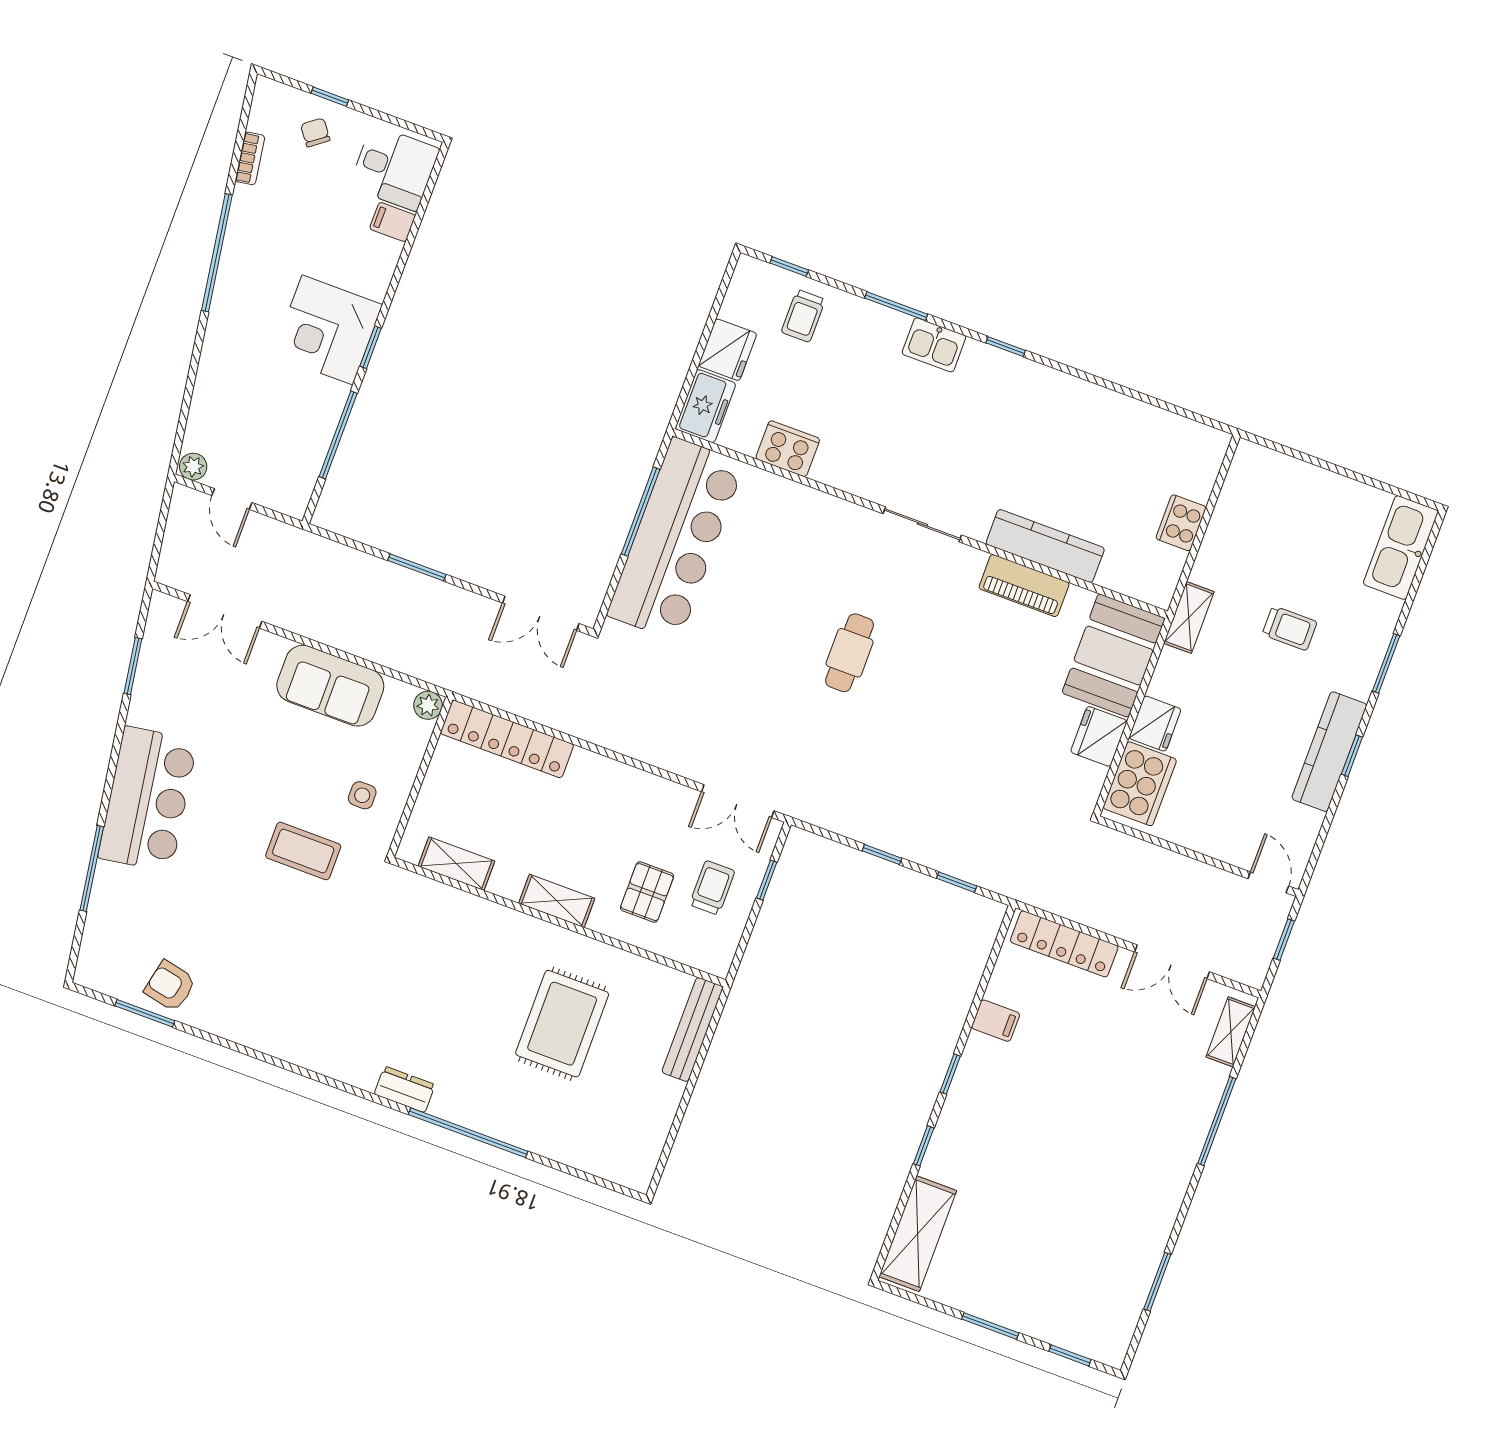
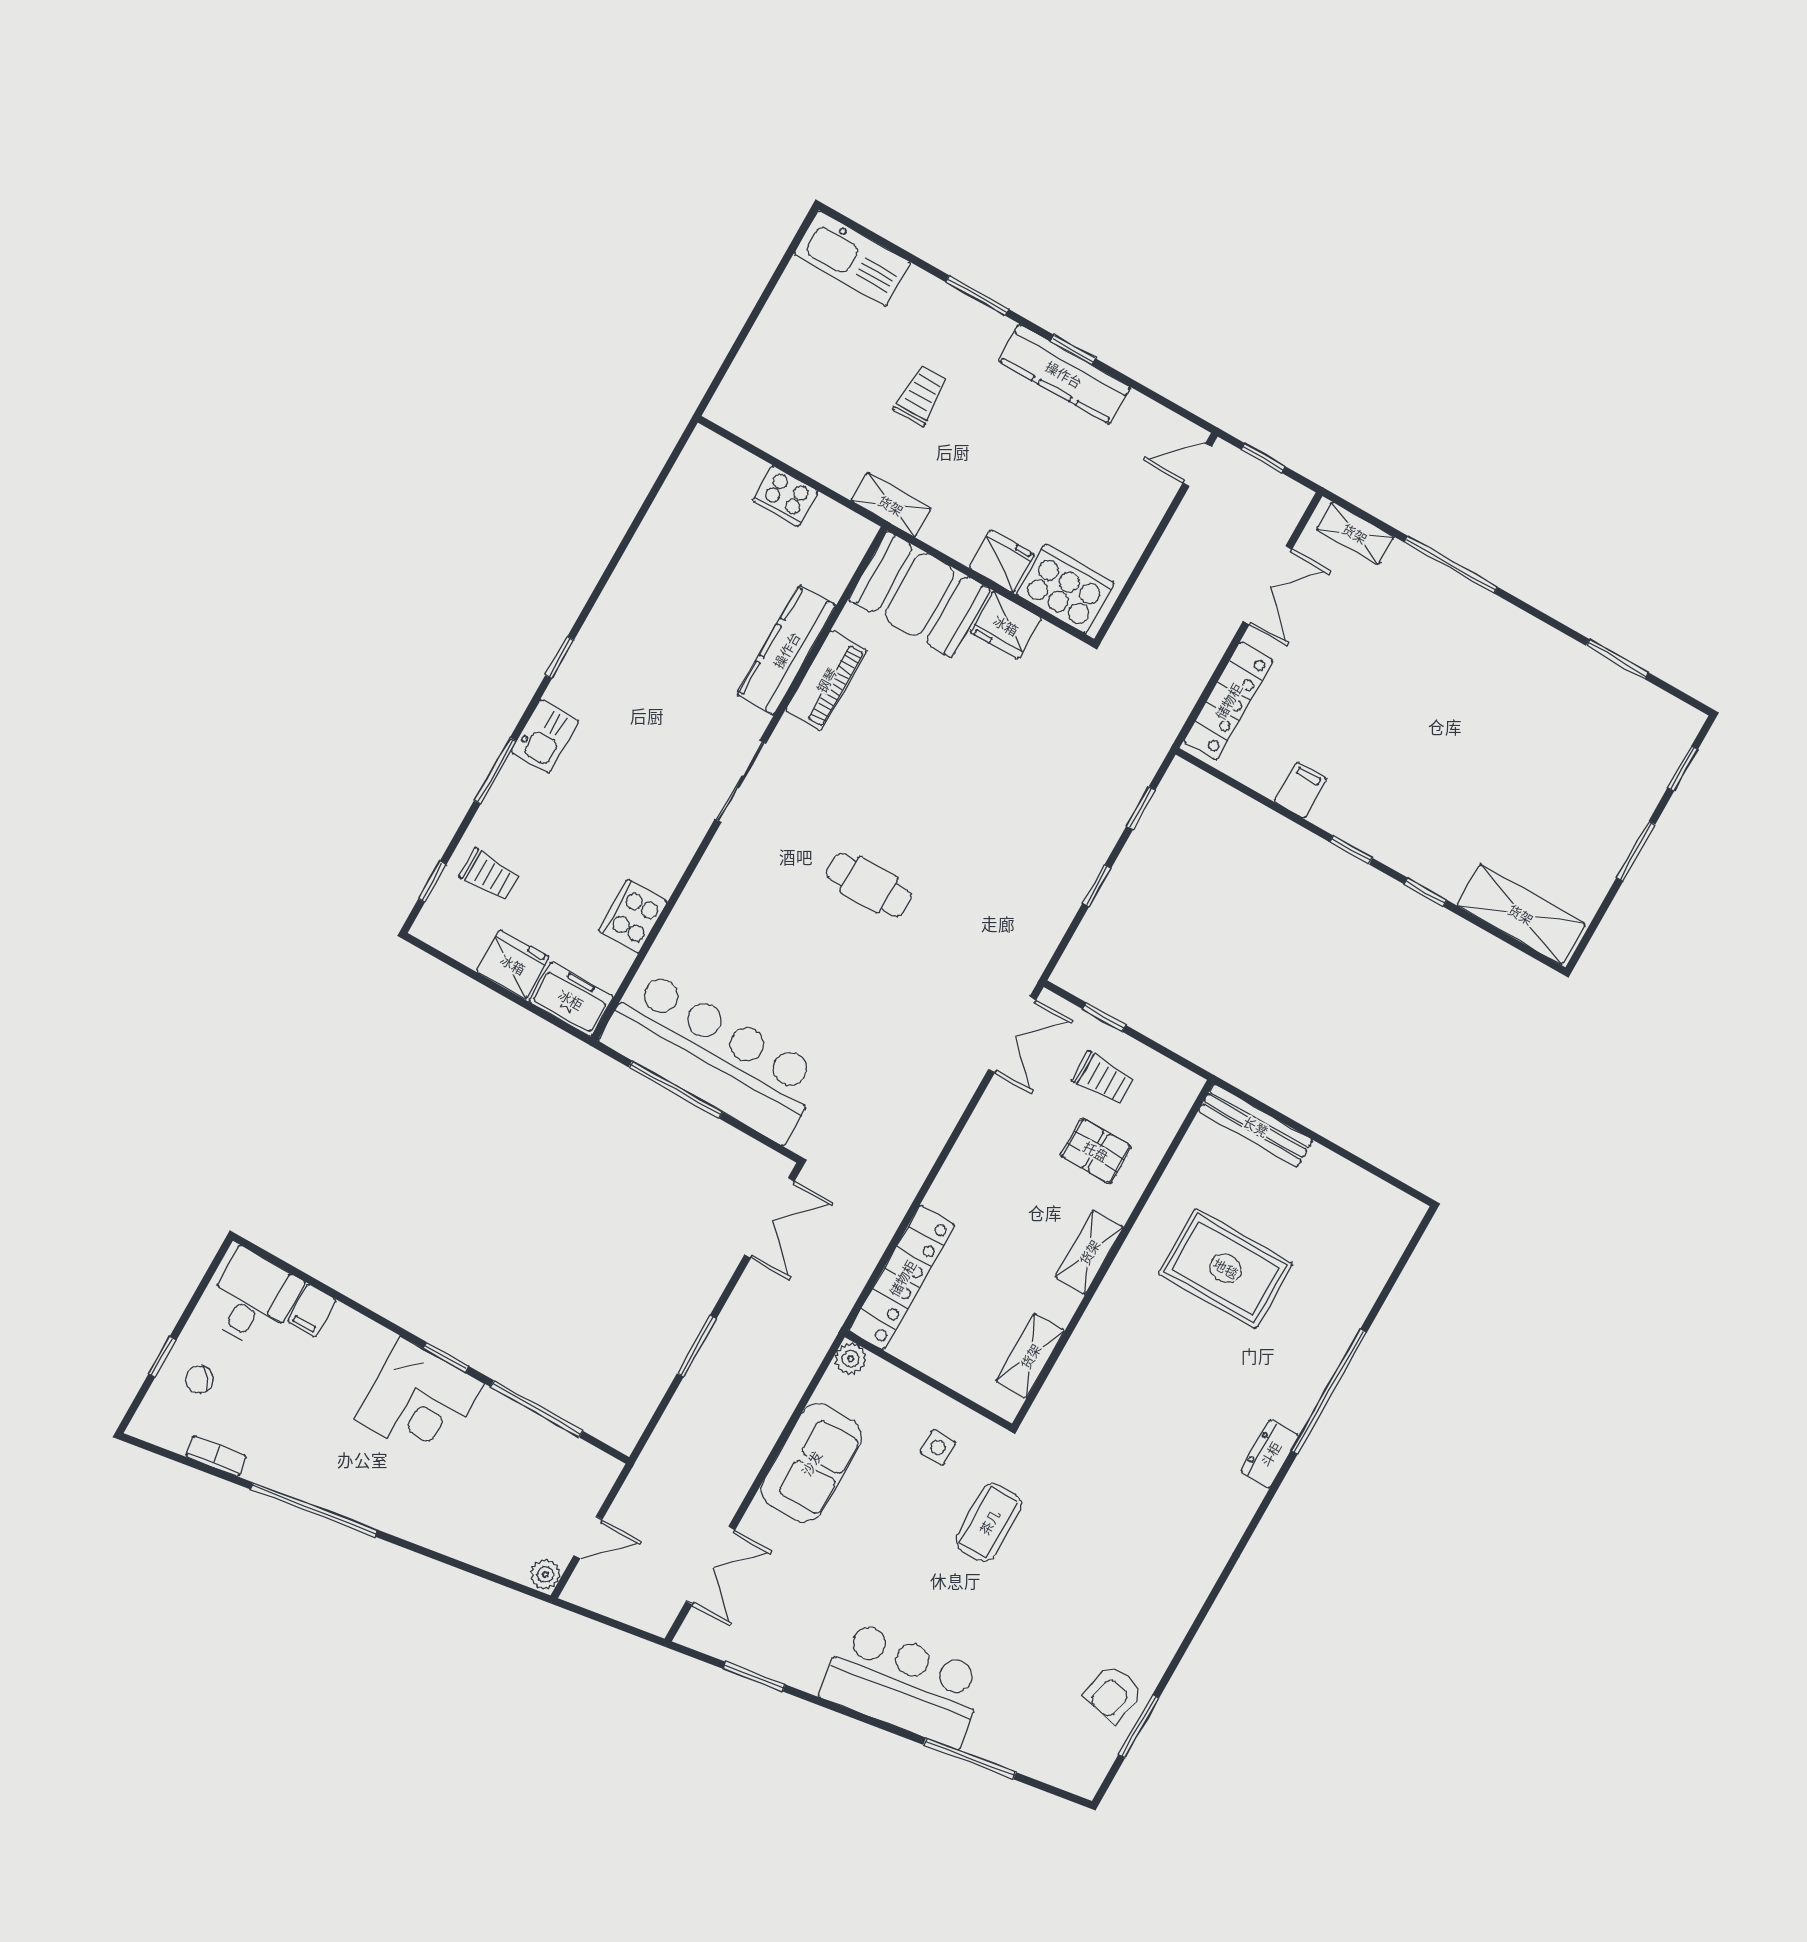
trolley: (712, 888) -> (1103, 1079), turned 180

